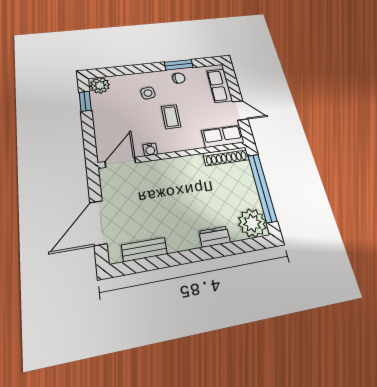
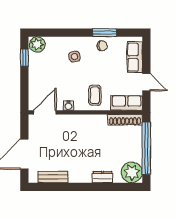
coffee table: (171, 117) -> (95, 95), moved

